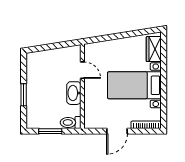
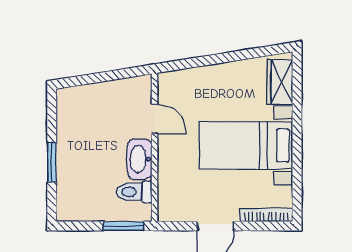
toilet: (71, 122) -> (134, 192), moved
window: (50, 131) -> (124, 226), moved

